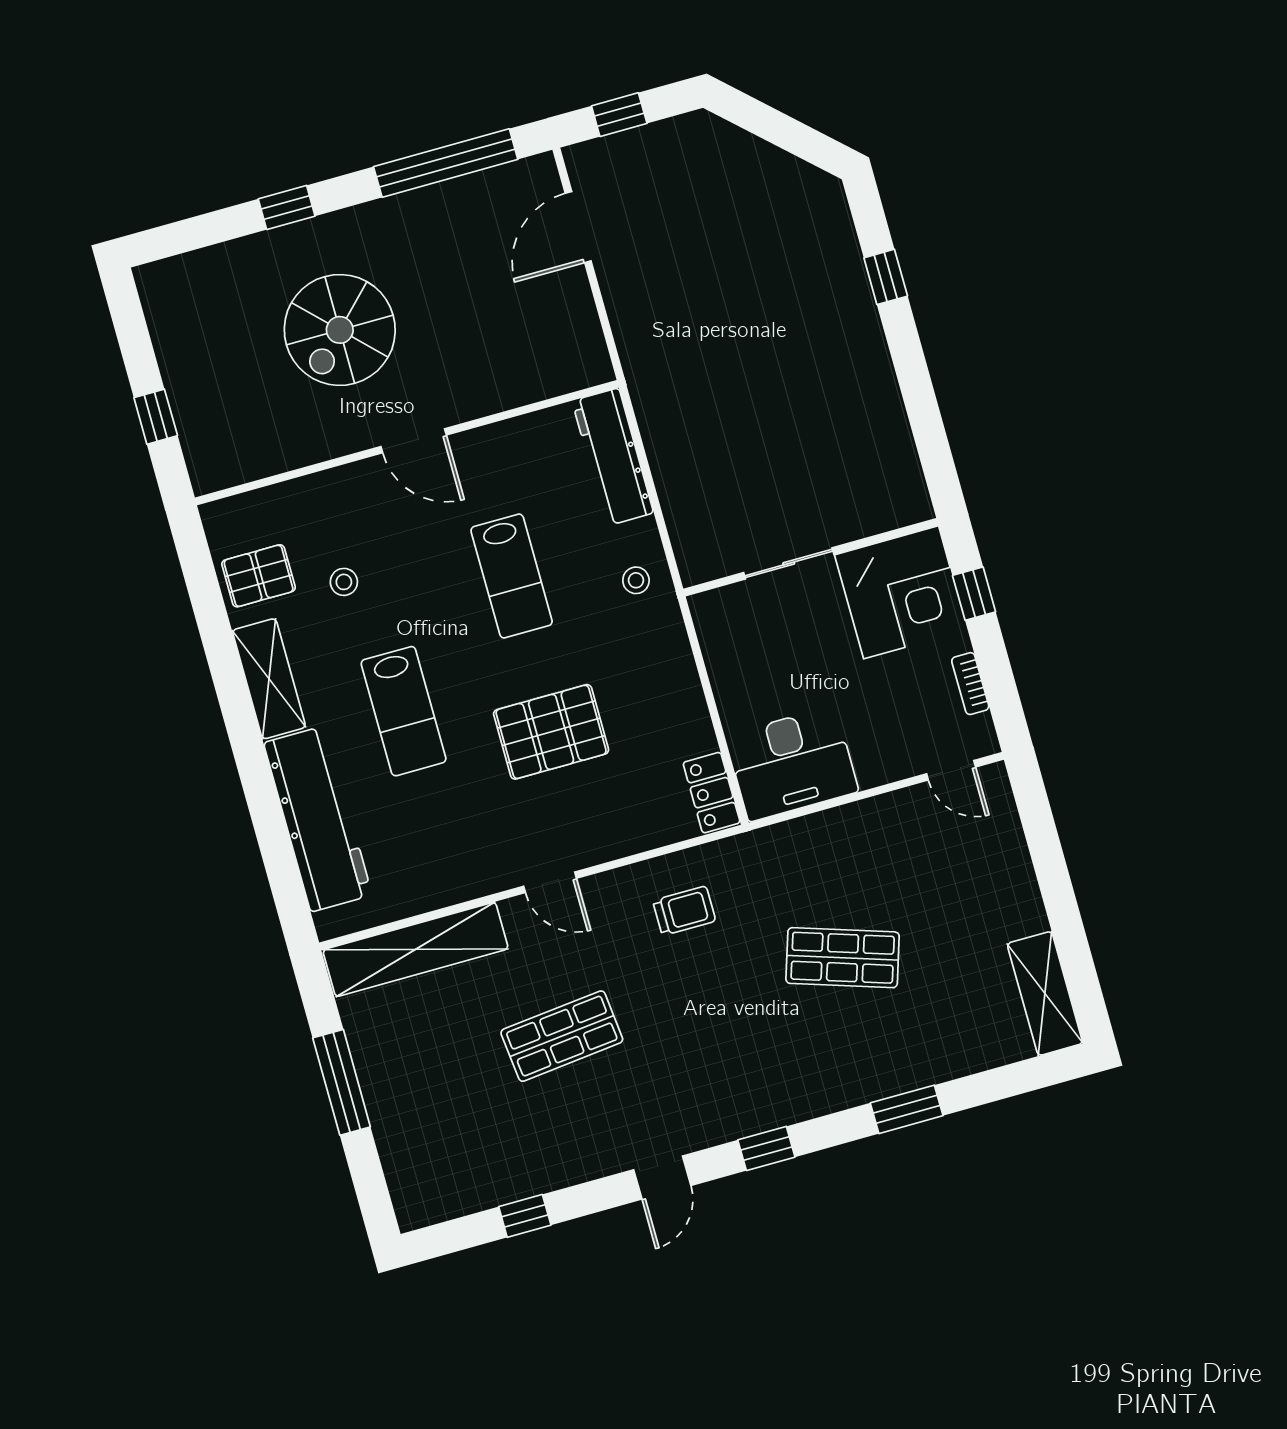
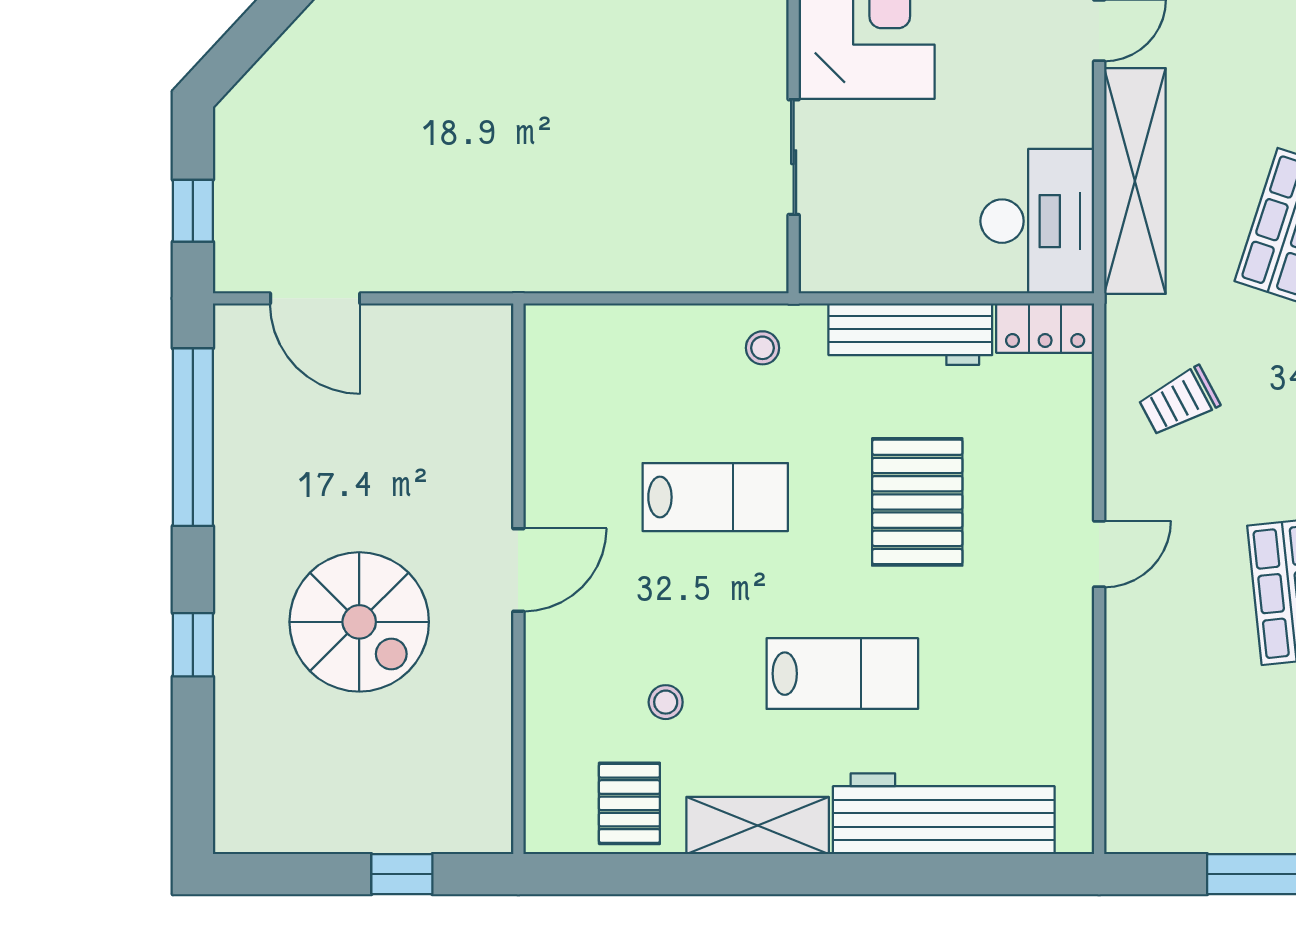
workbench: (613, 457) -> (910, 334), moved
trolley: (684, 911) -> (1179, 401), turned -118
shelving: (416, 949) -> (1135, 181), moved

